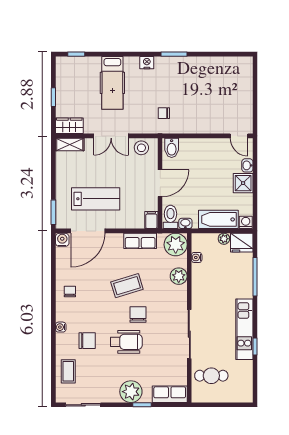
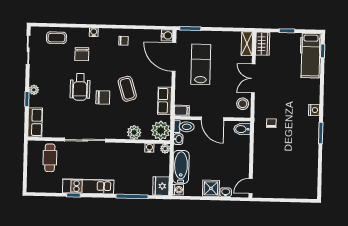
hospital bed: (112, 83) -> (311, 56), moved, turned -90
lab bench: (96, 199) -> (201, 64), turned 180
plant: (224, 239) -> (165, 149), moved
plant: (131, 392) -> (34, 90), width x0.53, depth x0.53

